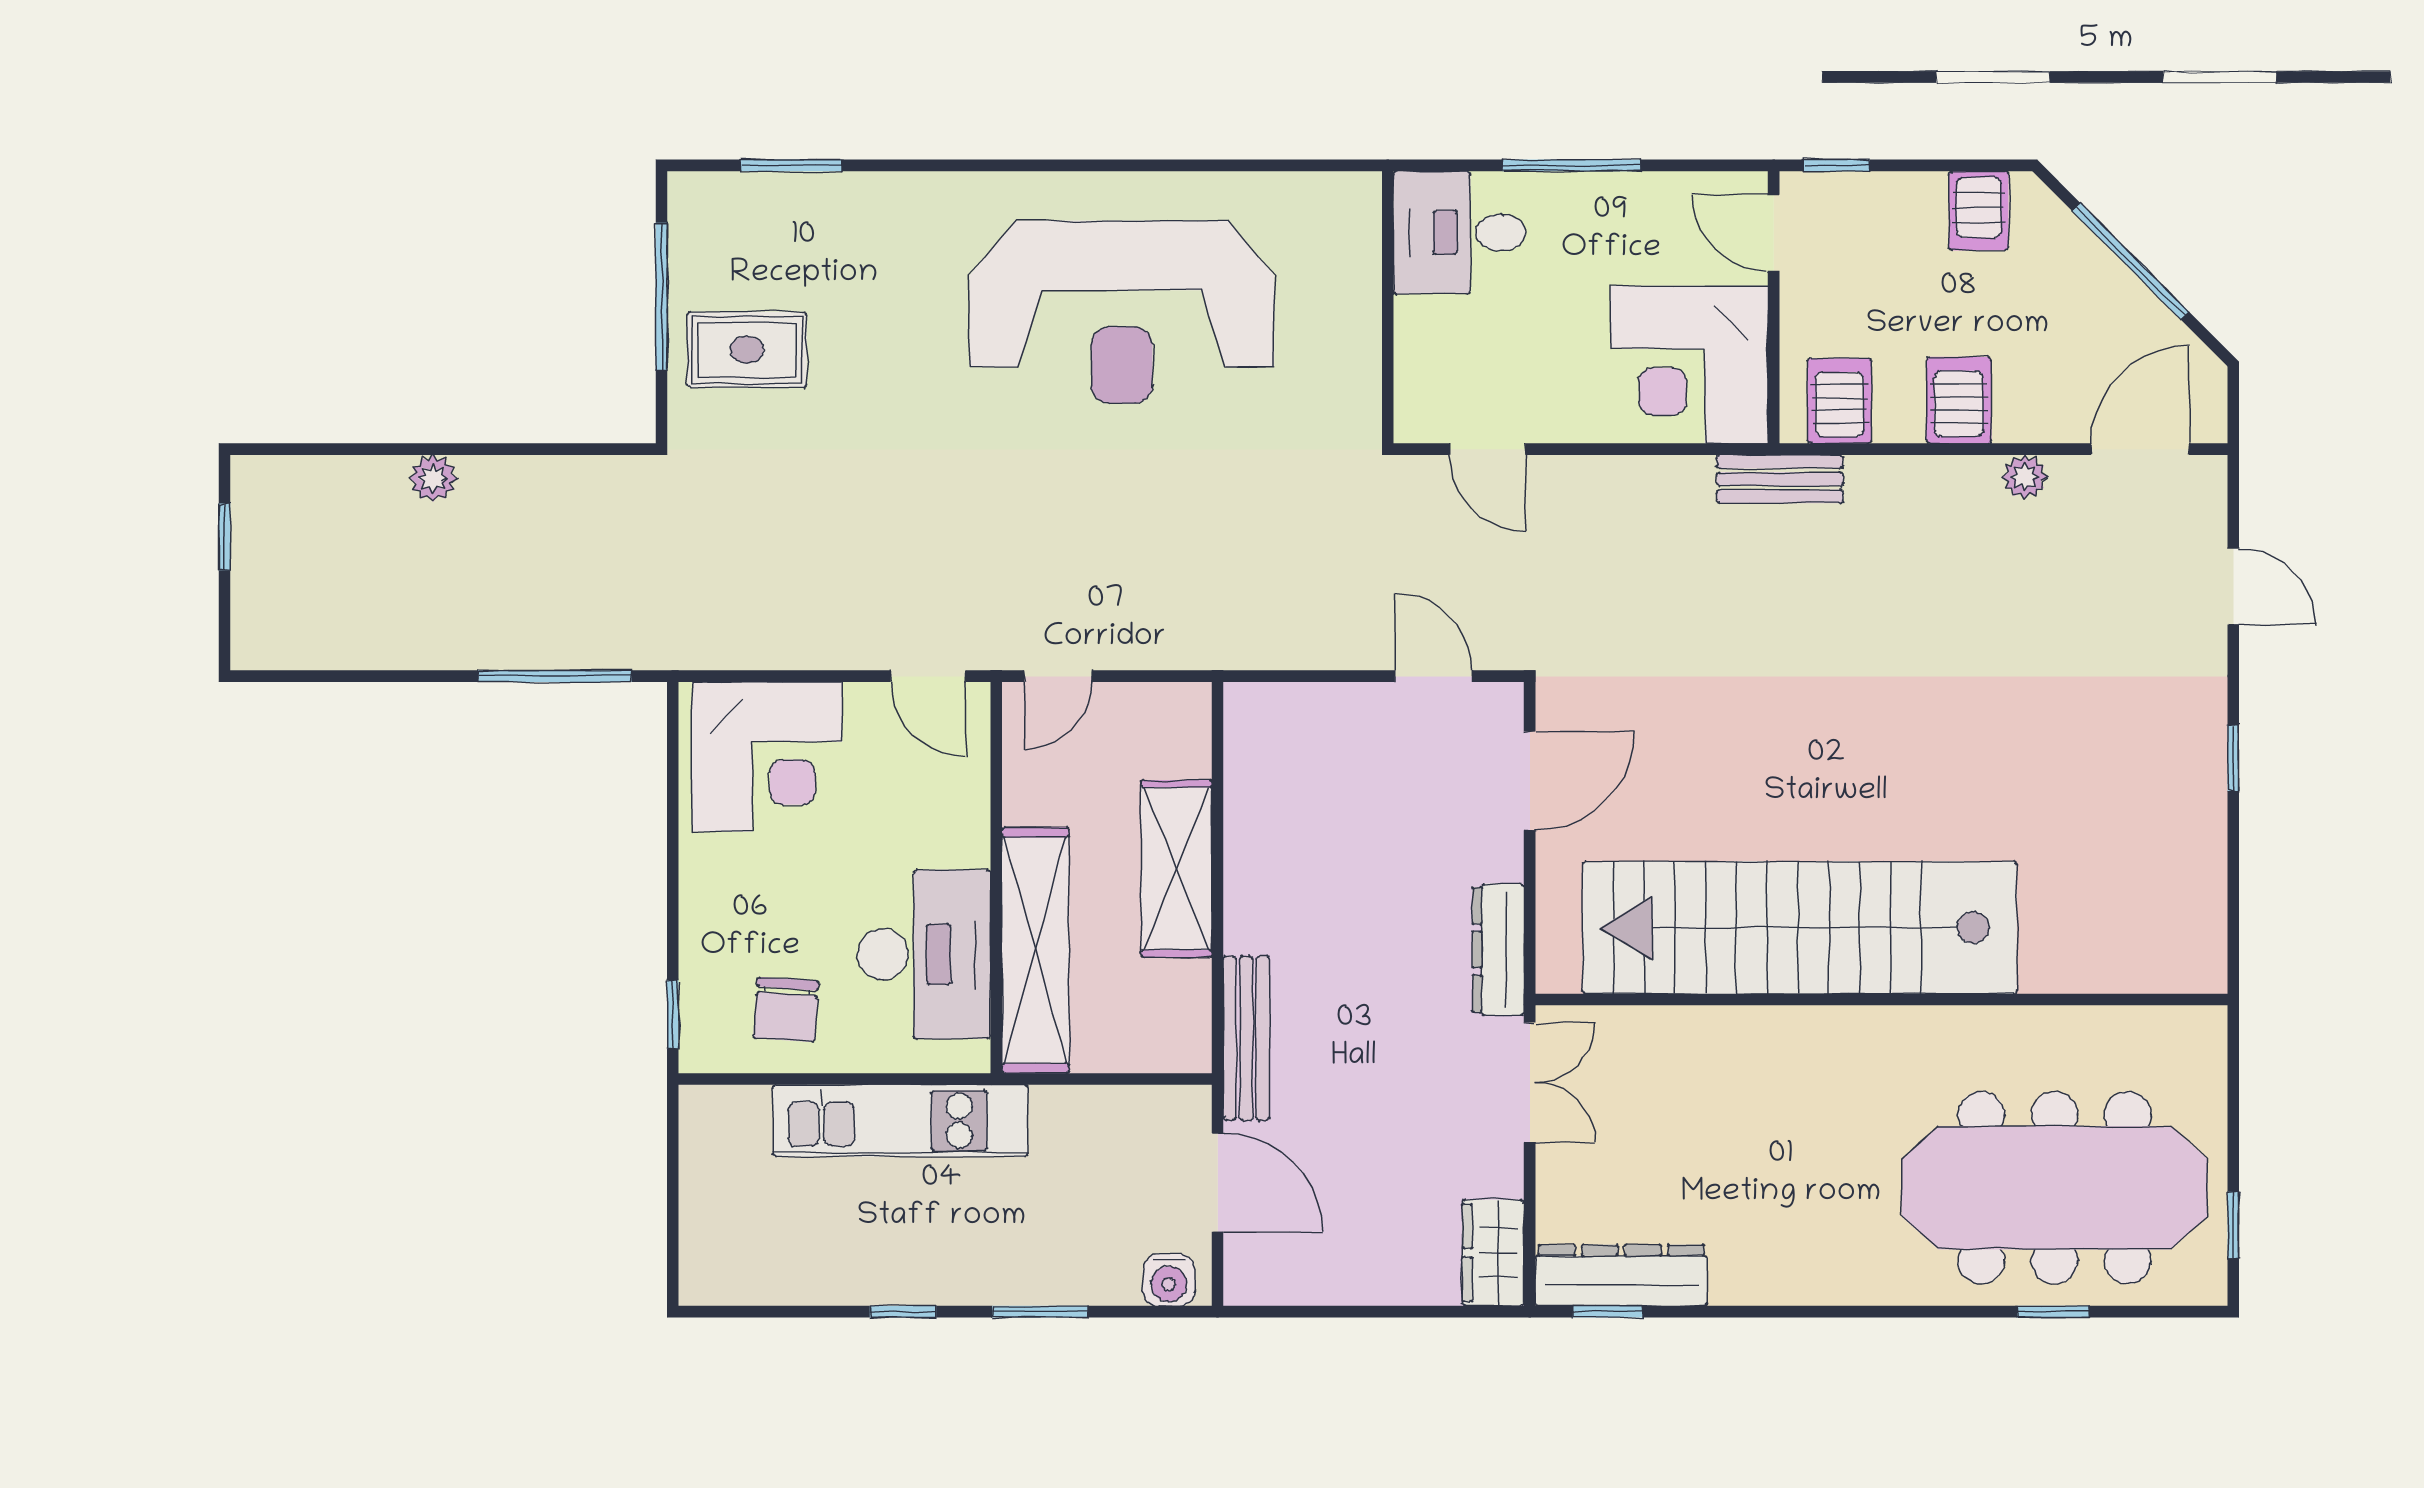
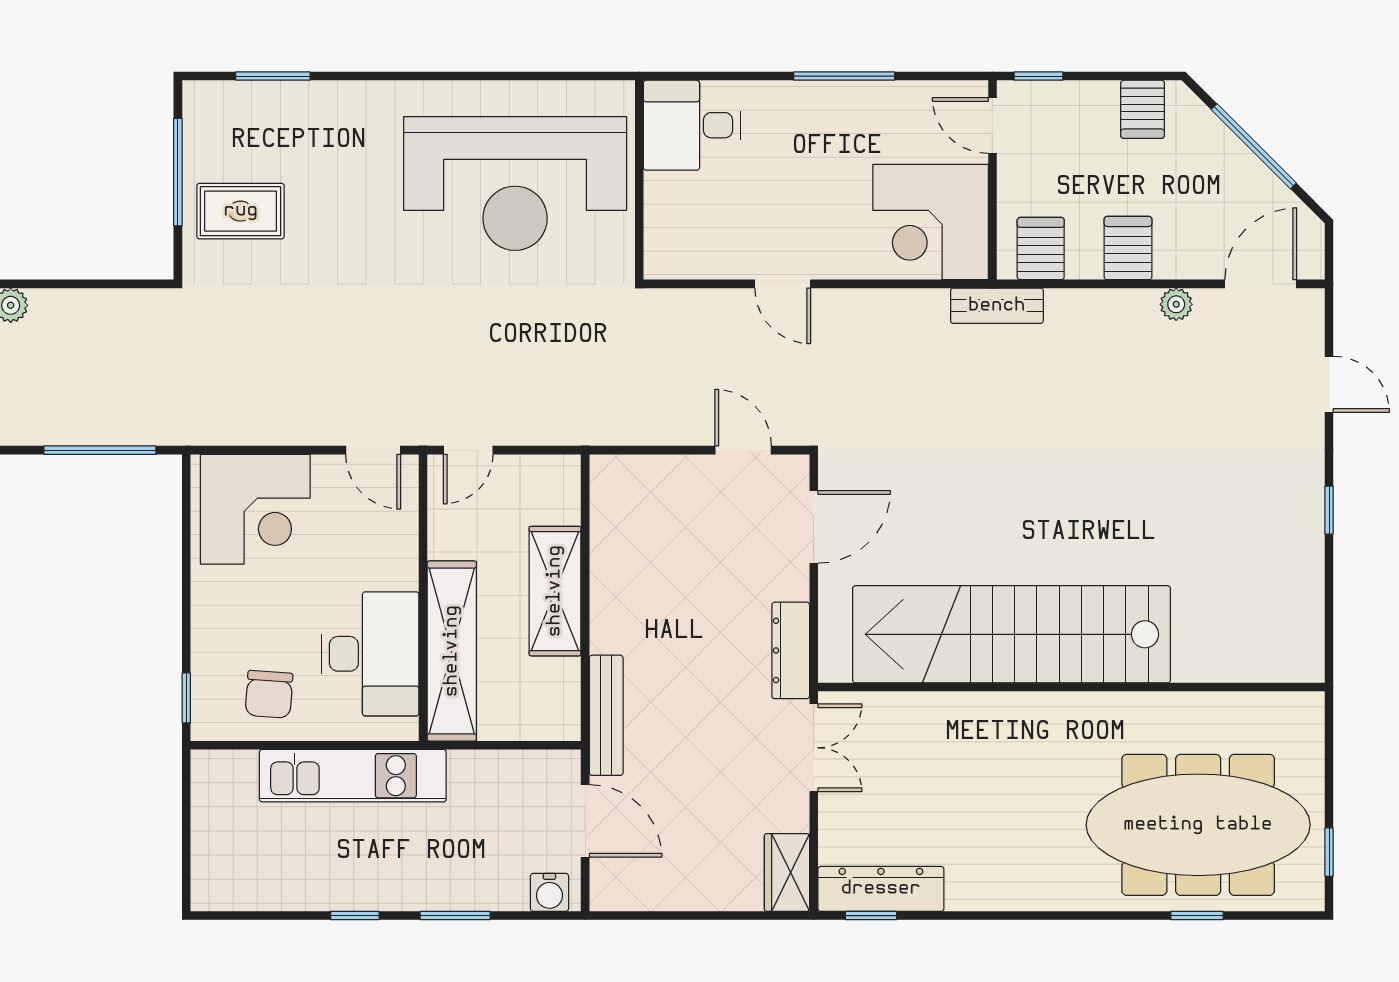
desk: (1460, 232) -> (692, 125), moved
wall: (1388, 307) -> (639, 180), moved

